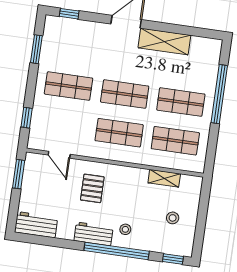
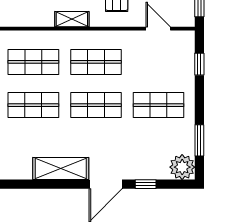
window: (69, 14) -> (146, 184), moved
plant: (55, 27) -> (182, 167), added
shelving: (164, 178) -> (72, 19), moved

